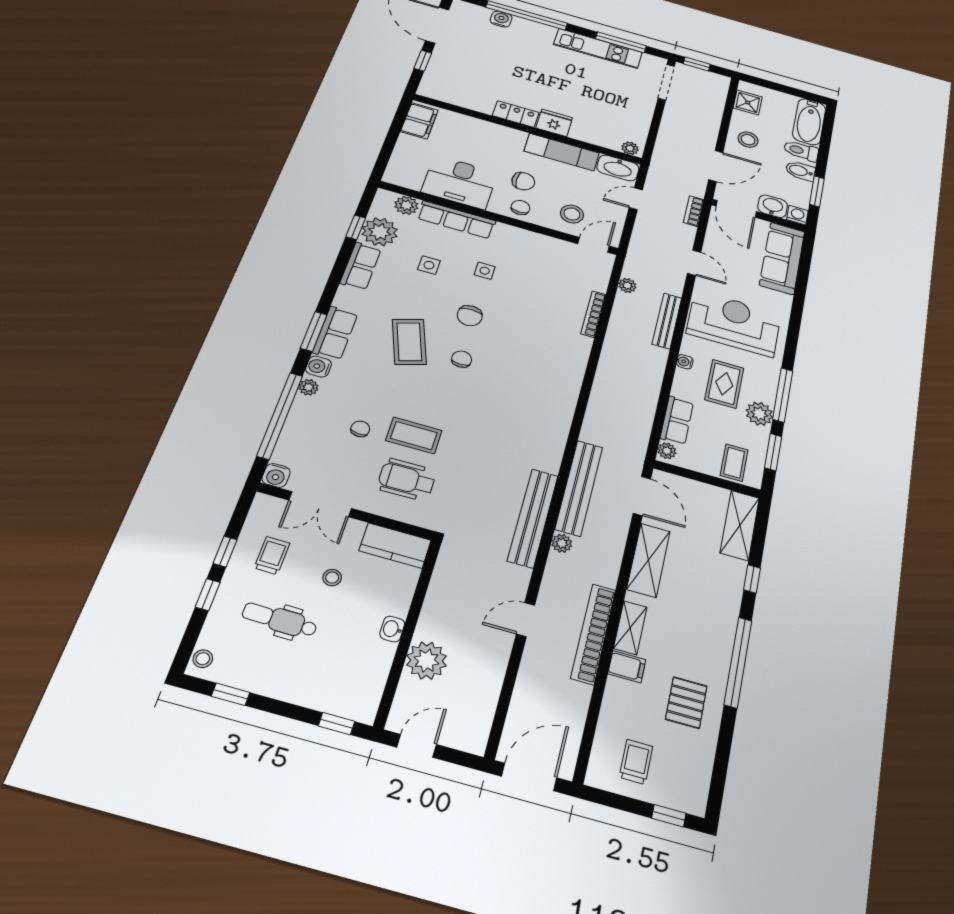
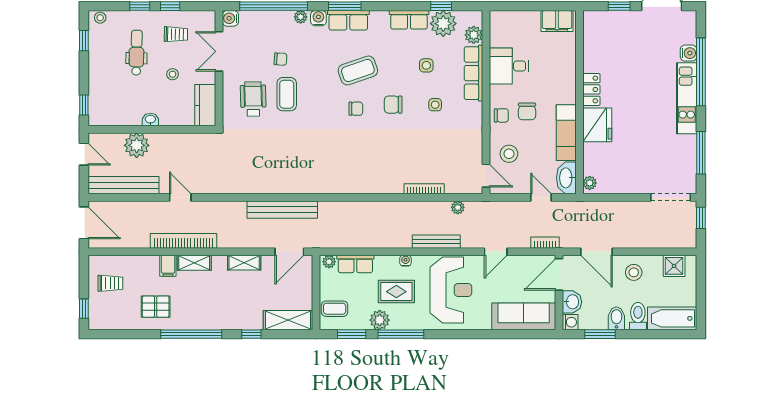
kitchen unit: (598, 48) -> (687, 98), moved
fridge: (554, 123) -> (597, 125), width x1.36, depth x1.34
desk: (460, 182) -> (509, 66), width x0.73
bench: (533, 518) -> (123, 185), moved
plant: (562, 543) -> (239, 208), removed
shelving: (648, 560) -> (244, 263), width x0.67, depth x0.75

